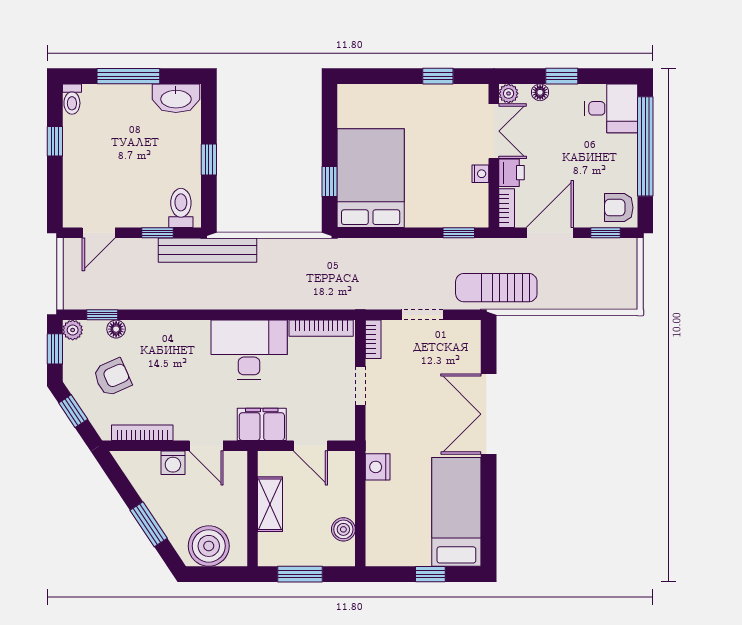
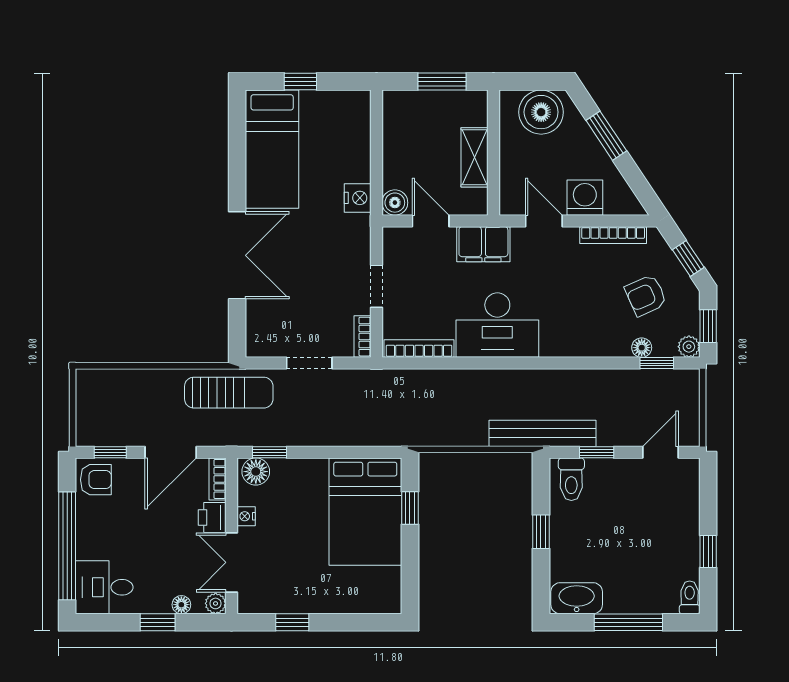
floor lamp: (471, 215) -> (256, 472), added
washing machine: (173, 463) -> (585, 198), width x1.38, depth x1.38
boiler: (343, 529) -> (395, 203), moved

